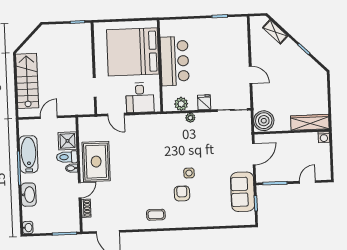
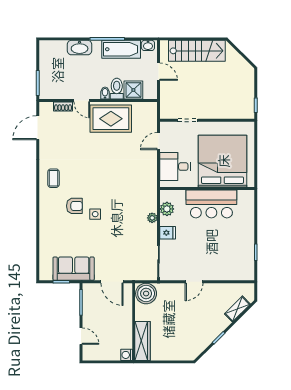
washbasin: (28, 228) -> (148, 45), moved

